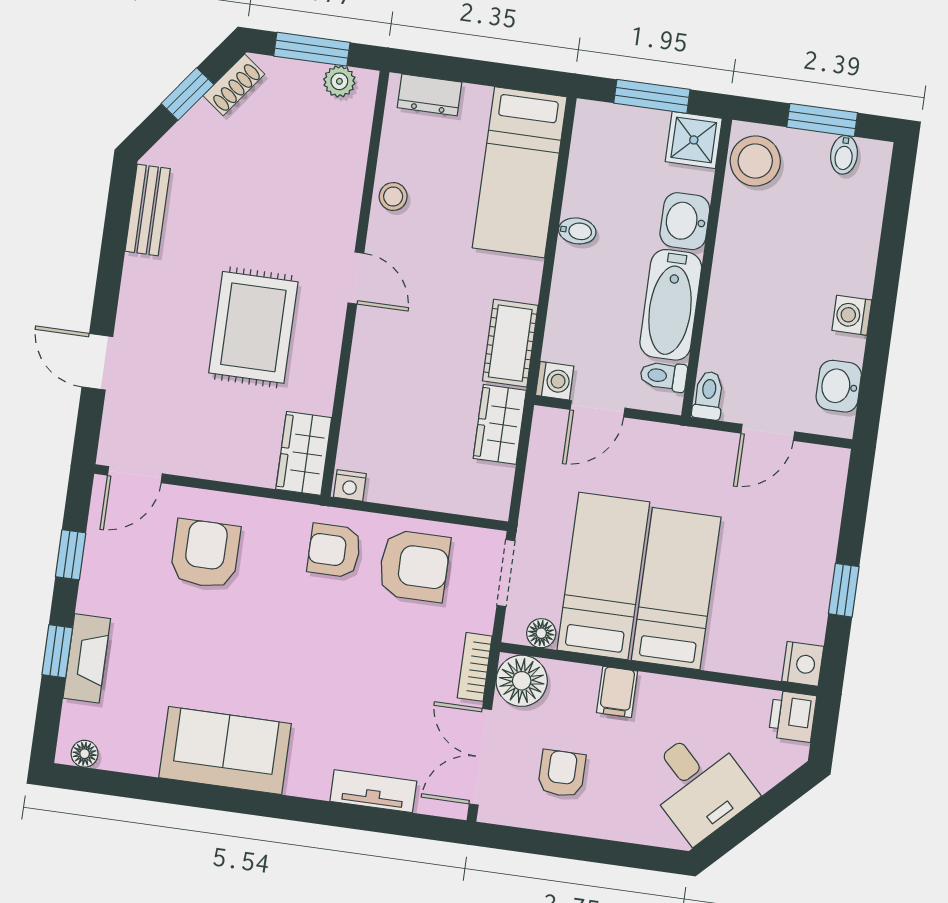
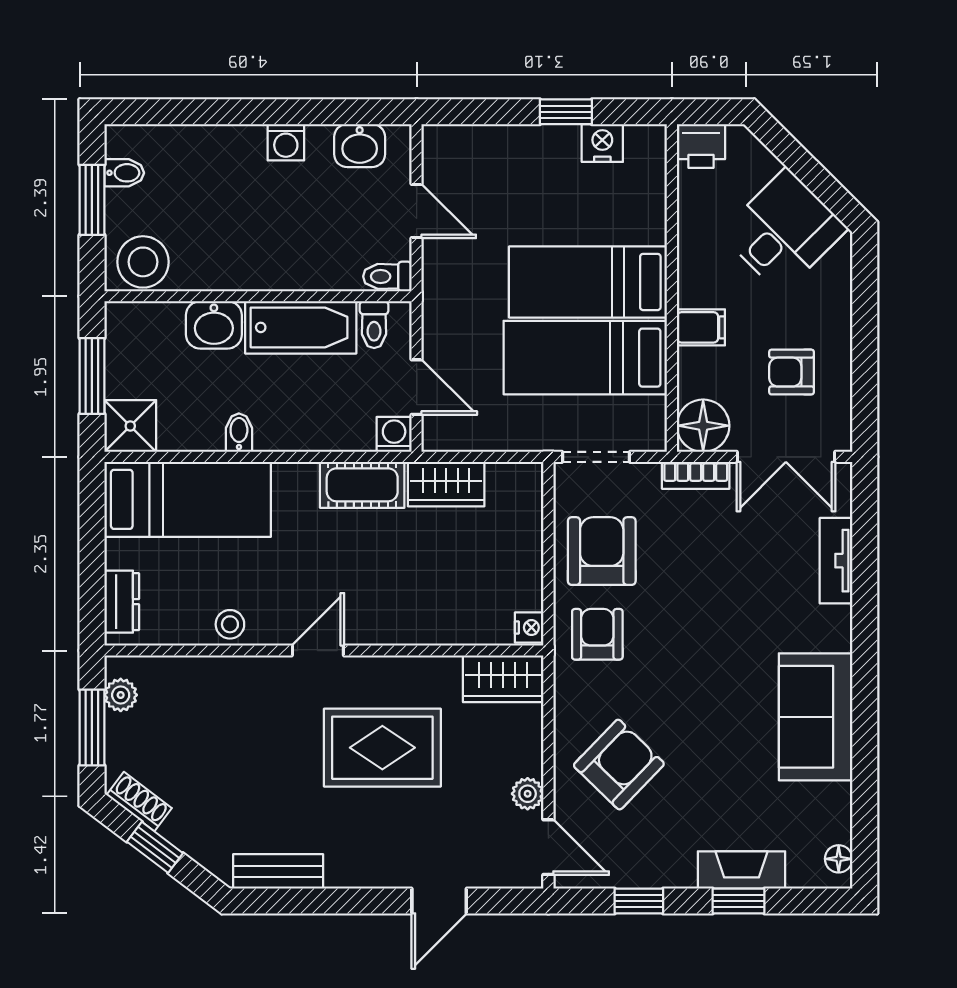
shower: (694, 140) -> (130, 426), moved
plant: (189, 462) -> (528, 794), added
armchair: (334, 550) -> (597, 634), turned 180
armchair: (205, 554) -> (619, 765), turned 134
floor lamp: (541, 633) -> (652, 413), removed
nightstand: (803, 664) -> (602, 143), moved

